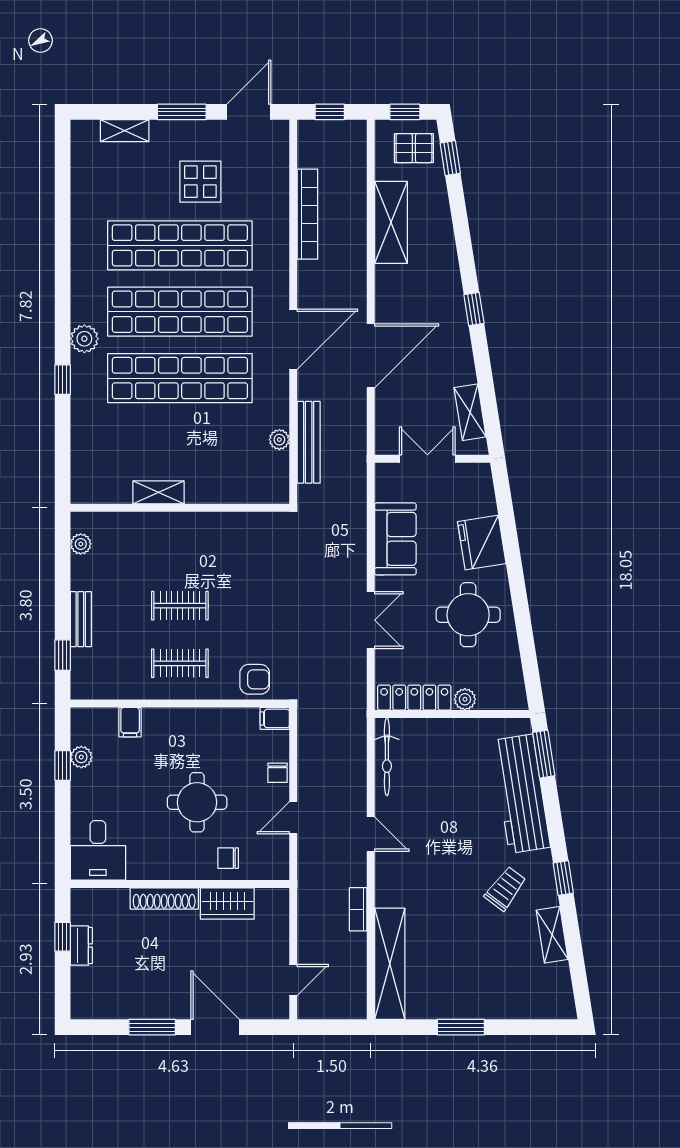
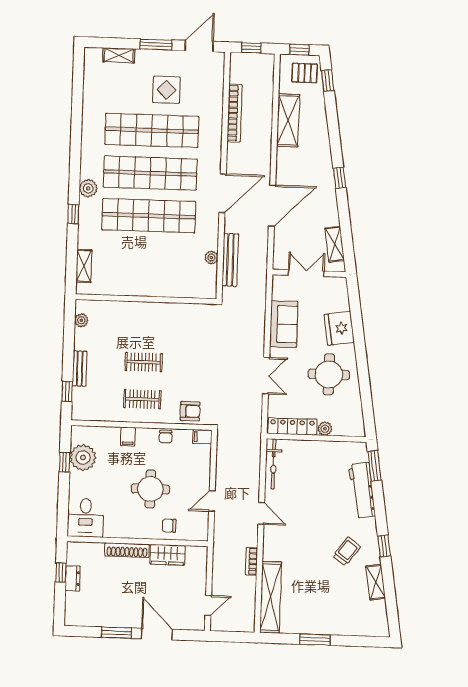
shelving: (158, 492) -> (84, 266), moved, turned 90
filing cabinet: (130, 722) -> (128, 437), moved
plant: (81, 757) -> (83, 457), width x1.88, depth x1.88
chair: (278, 773) -> (166, 437), moved
workbench: (521, 794) -> (362, 490), width x0.73, depth x0.76

